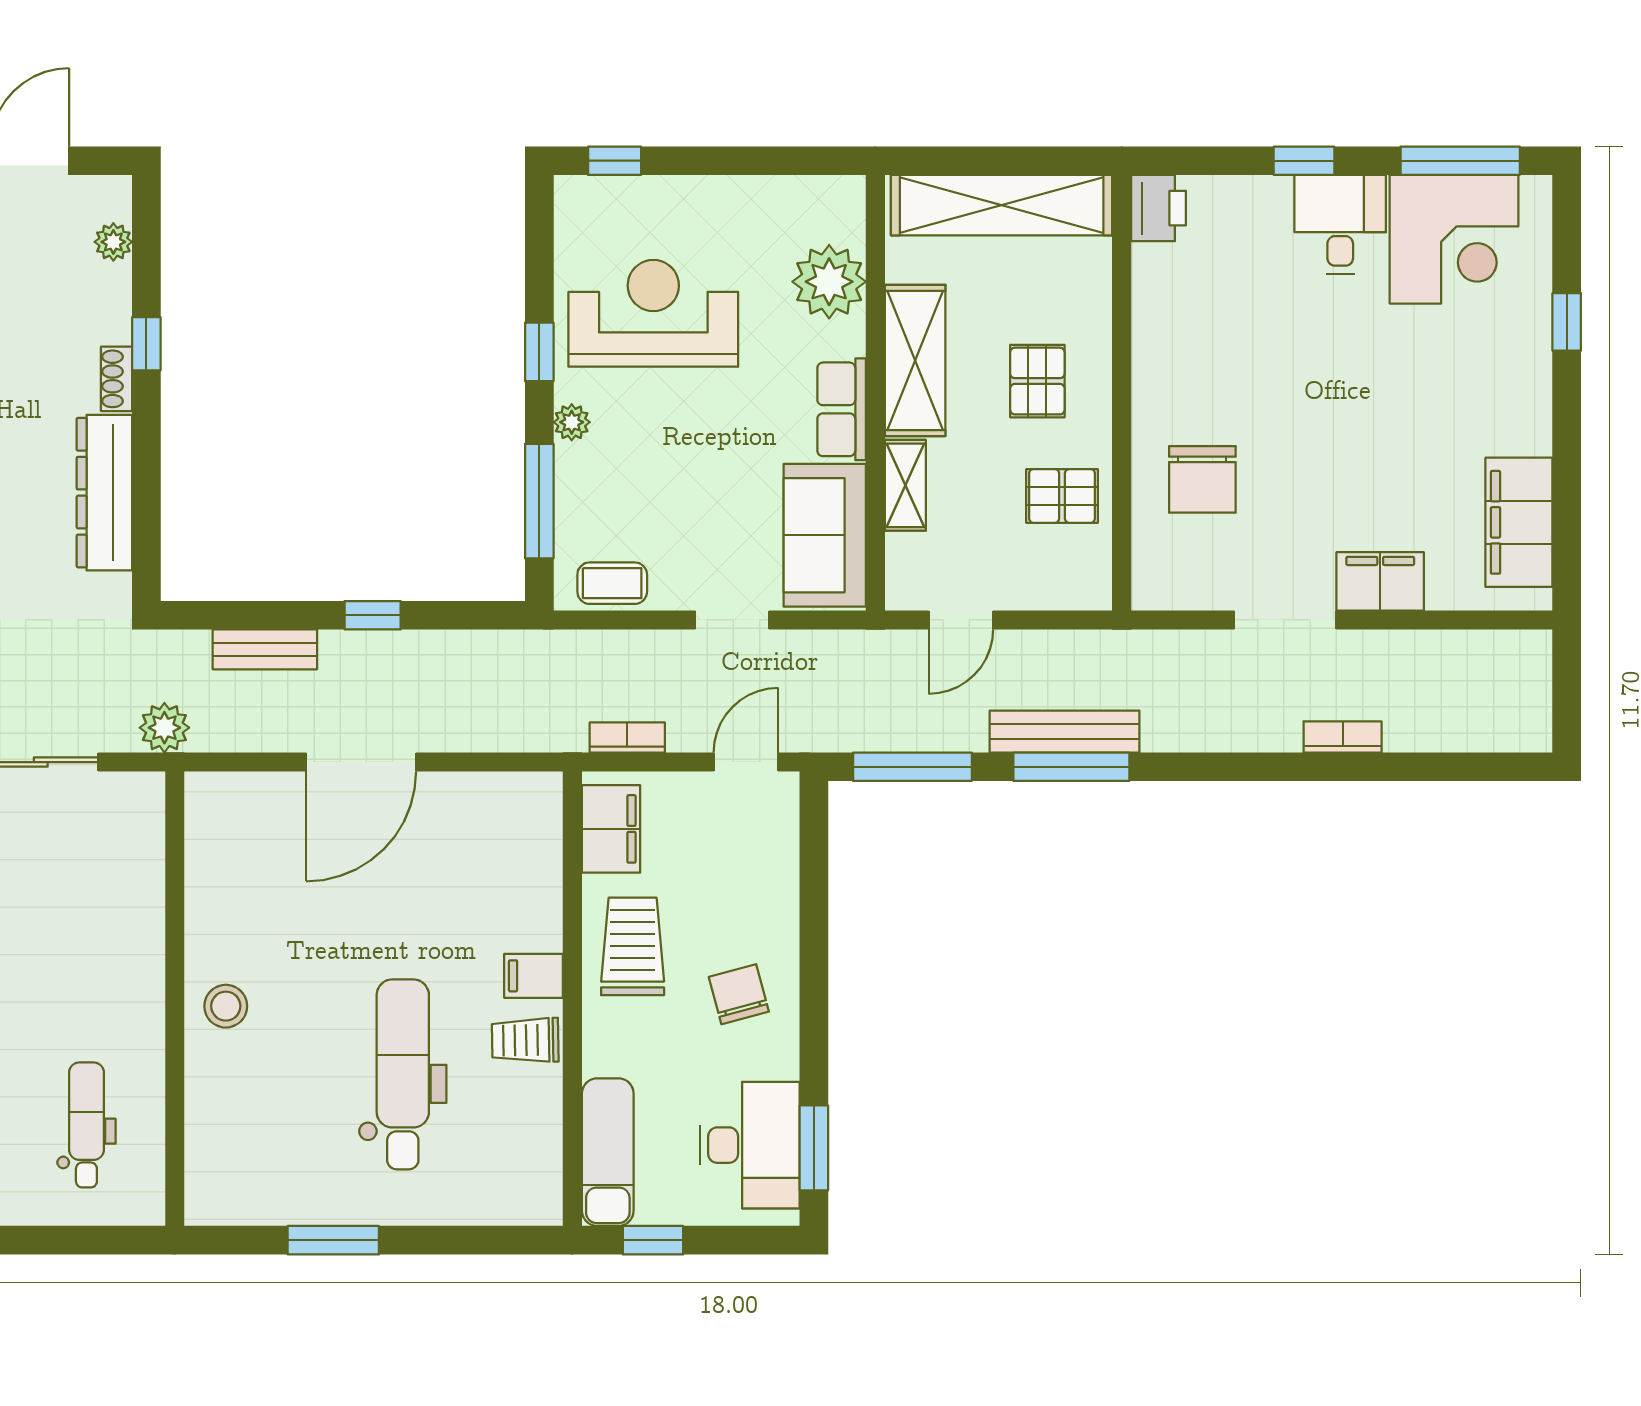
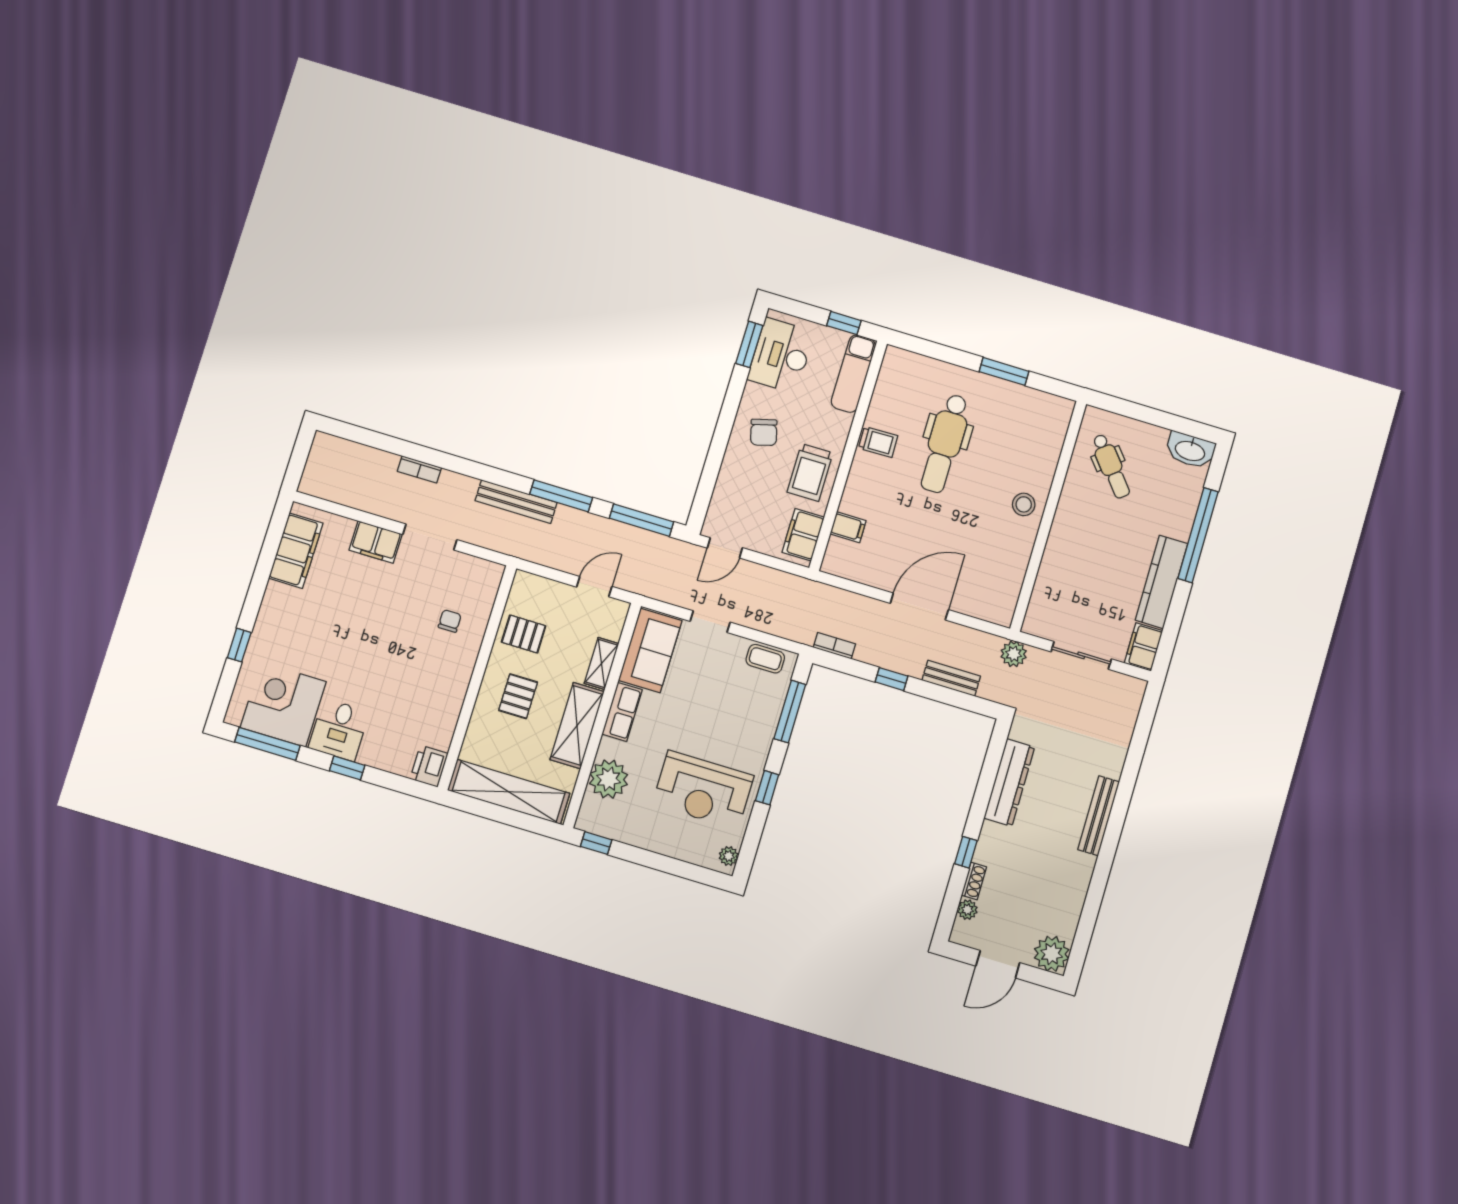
window: (615, 161) -> (596, 843), moved
shoe rack: (117, 379) -> (974, 881), moved
plant: (572, 422) -> (729, 856), moved
chair: (1202, 479) -> (450, 621), width x0.54, depth x0.54
bench: (1065, 732) -> (516, 502), moved
bookcase: (627, 738) -> (834, 646), moved, turned 180
filing cabinet: (534, 976) -> (848, 527), moved
dental chair: (86, 1125) -> (1111, 466), turned -39

